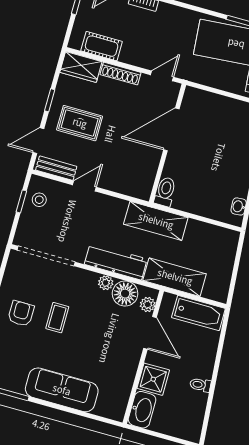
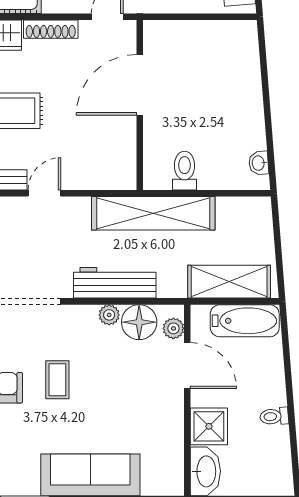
toilet: (165, 192) -> (184, 171), moved
shelving: (156, 221) -> (153, 213), width x1.47
shelving: (175, 277) -> (229, 282), moved

